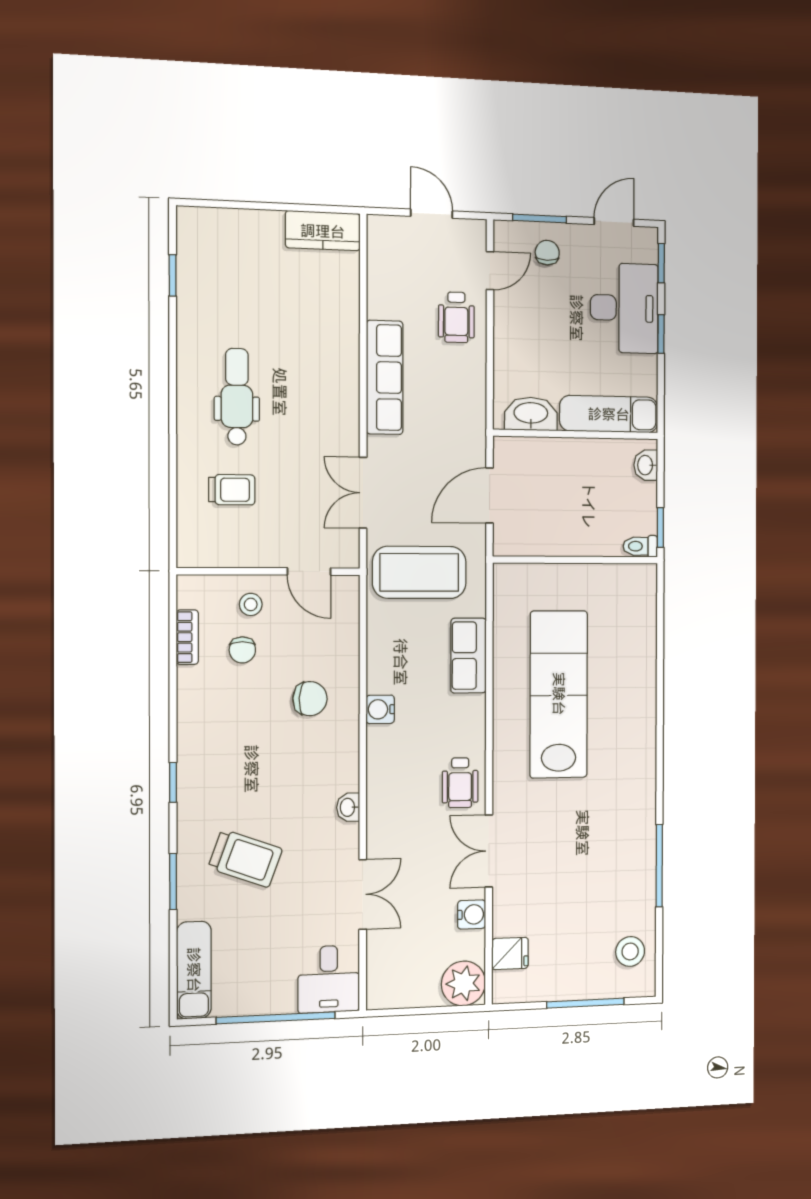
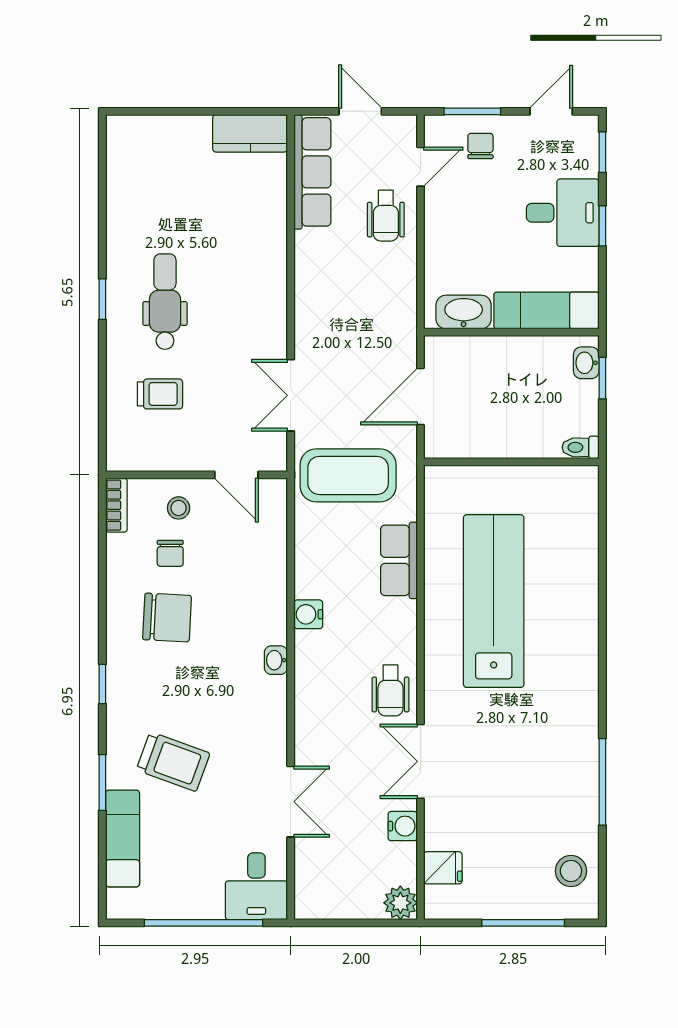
window: (173, 275) -> (102, 299), moved
desk: (624, 308) -> (563, 213), width x0.73
row of seats: (385, 377) -> (312, 172), moved
window: (660, 528) -> (602, 378), moved
bookcase: (187, 637) -> (116, 505), moved
chair: (310, 699) -> (167, 618), moved, width x1.37, depth x1.37
washbasin: (348, 807) -> (276, 660), moved
exam couch: (194, 970) -> (123, 838), moved
plant: (463, 983) -> (400, 903), width x0.73, depth x0.73

